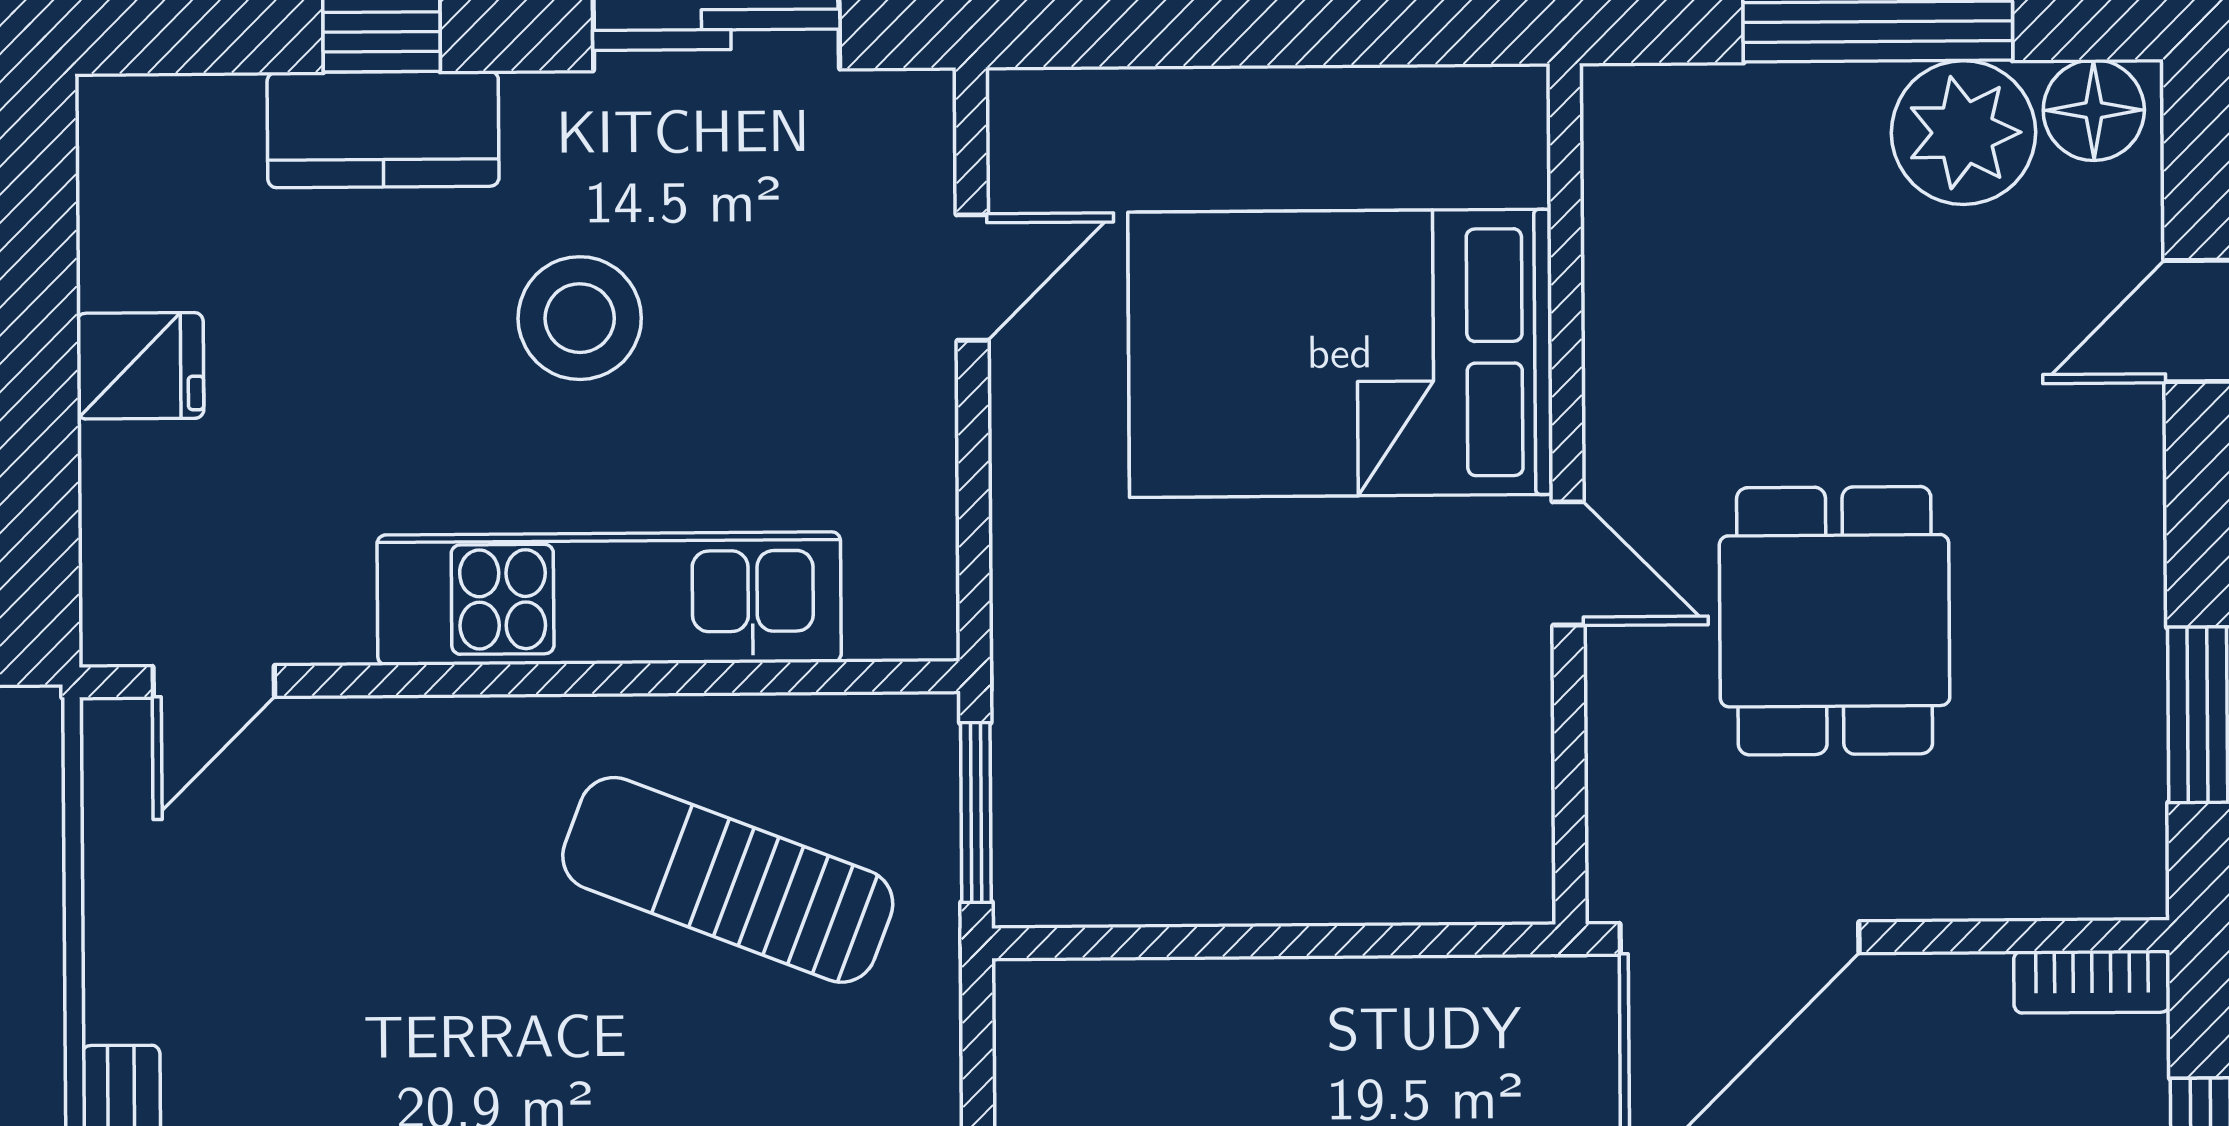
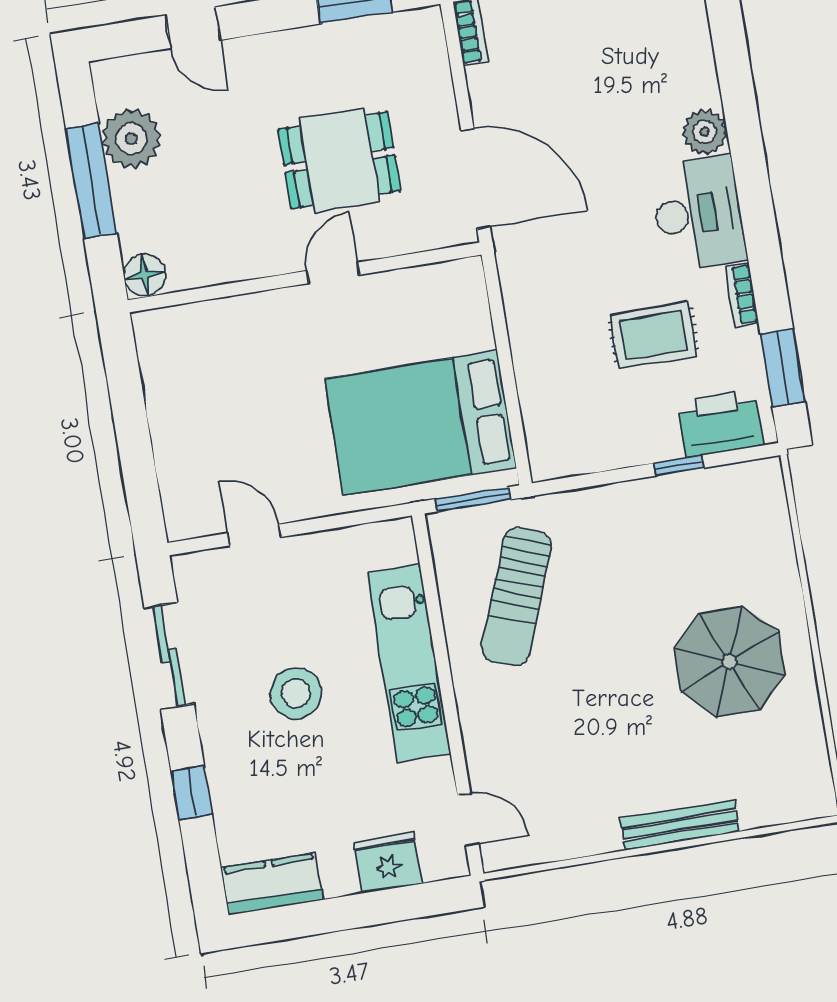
floor lamp: (2094, 110) -> (145, 275), moved
kitchen counter: (383, 129) -> (272, 884), moved, turned -90
bed: (1340, 353) -> (420, 423), moved, turned 90
fridge: (140, 366) -> (388, 863), moved, width x1.38

